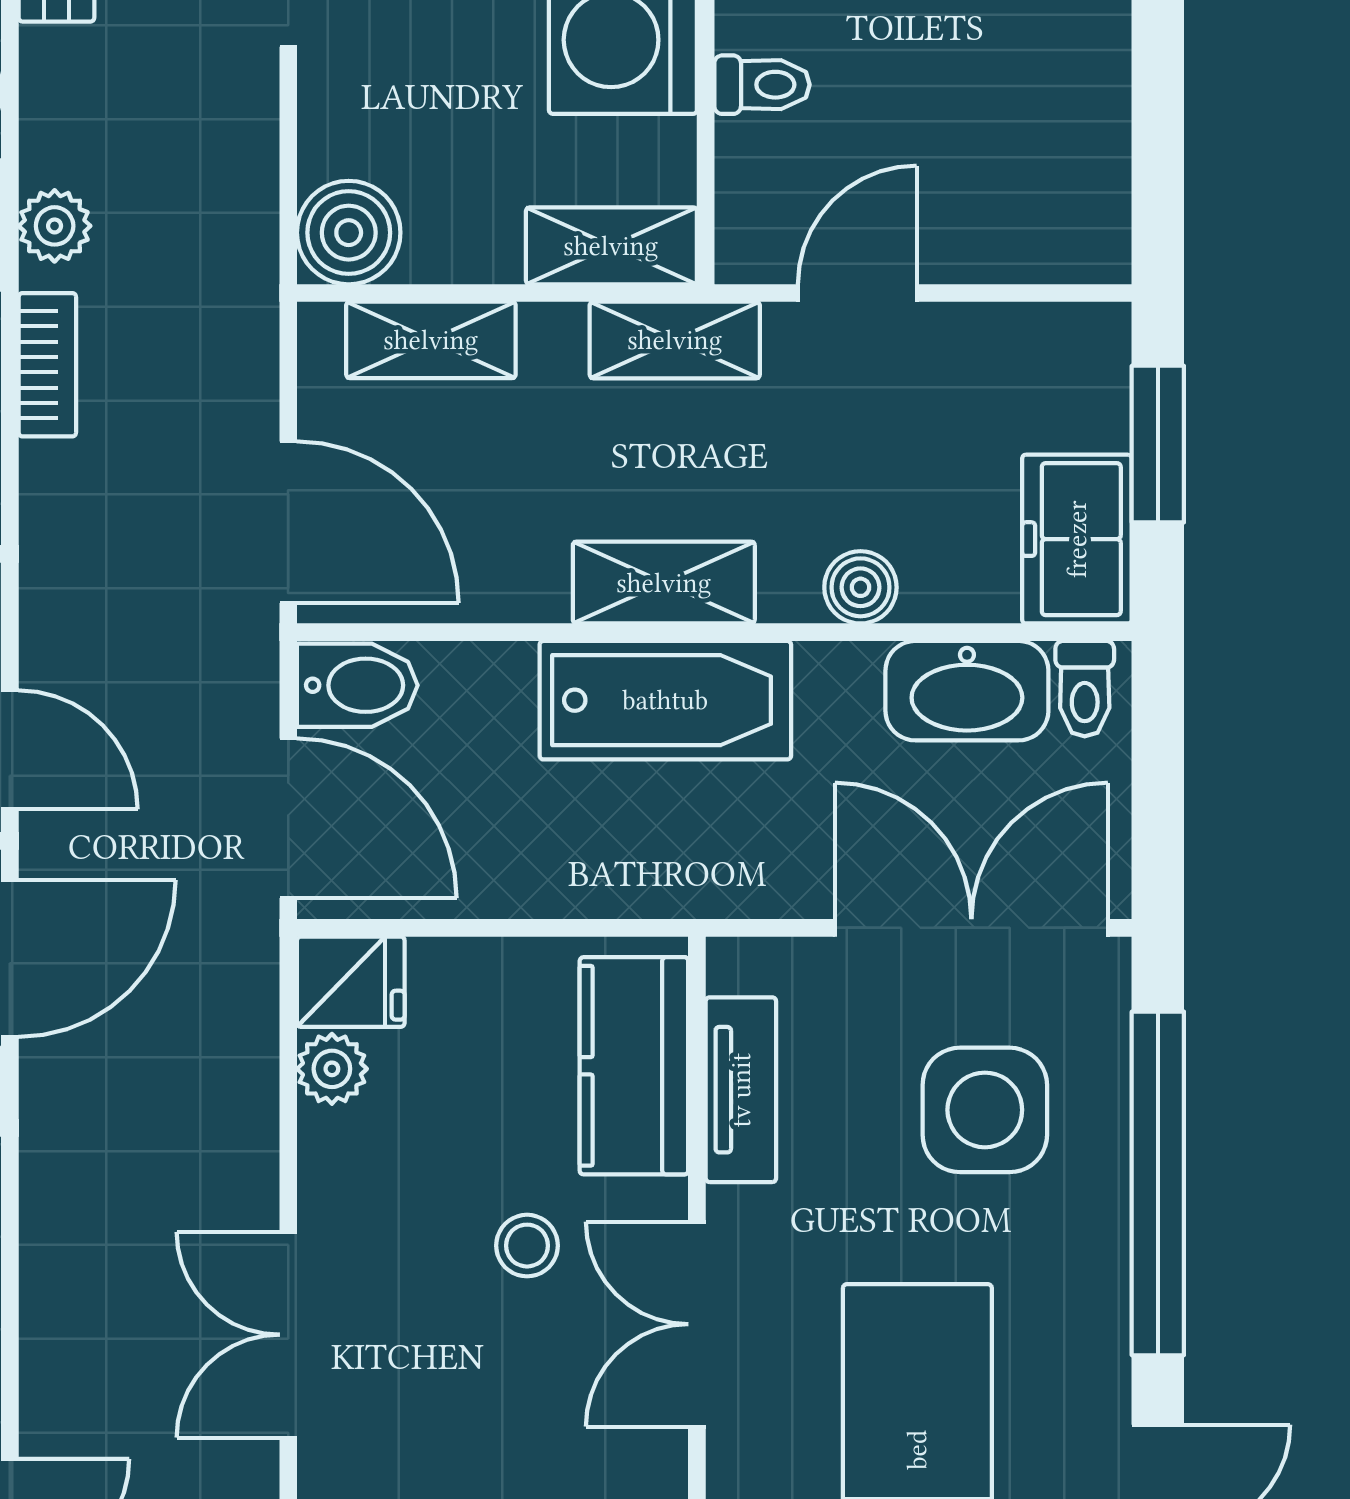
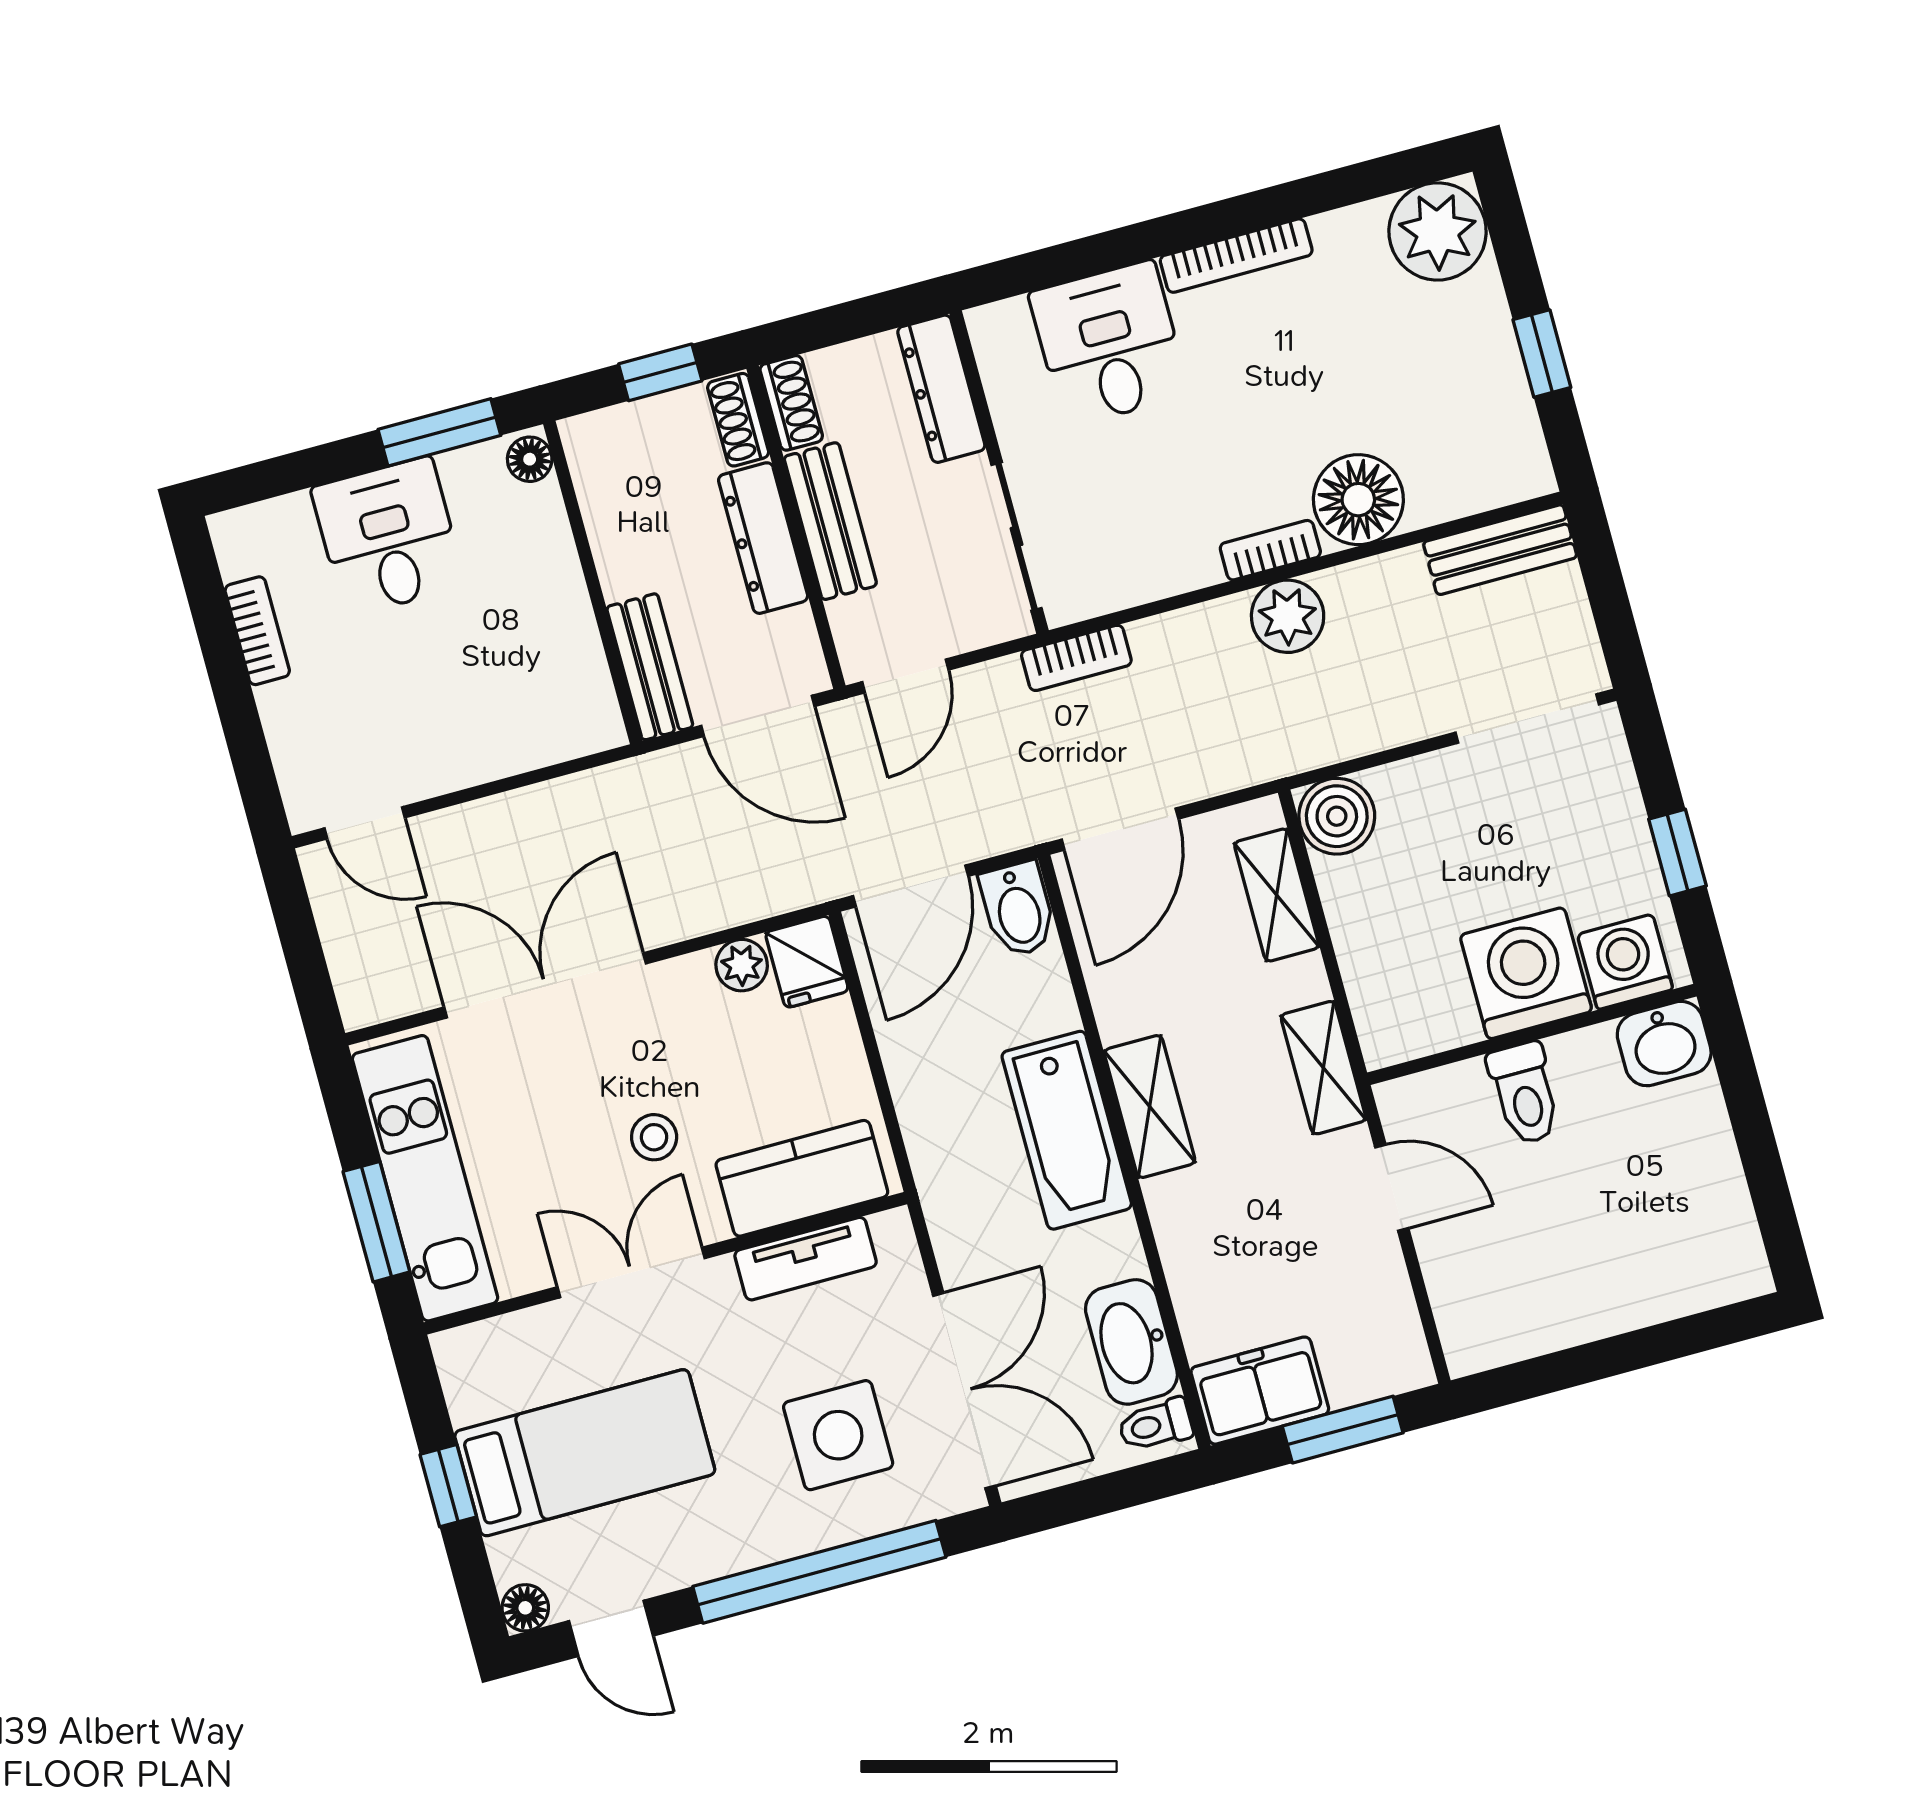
toilet: (762, 85) -> (1525, 1093), width x1.37, depth x1.39
plant: (55, 226) -> (1288, 616), width x1.38, depth x1.38
shelving: (611, 246) -> (1378, 1005), removed
bookcase: (47, 365) -> (1076, 658), moved
boiler: (860, 587) -> (1184, 1247), removed
double door: (288, 1335) -> (545, 985), width x1.37

